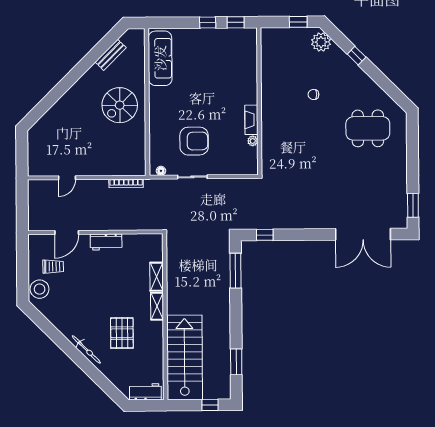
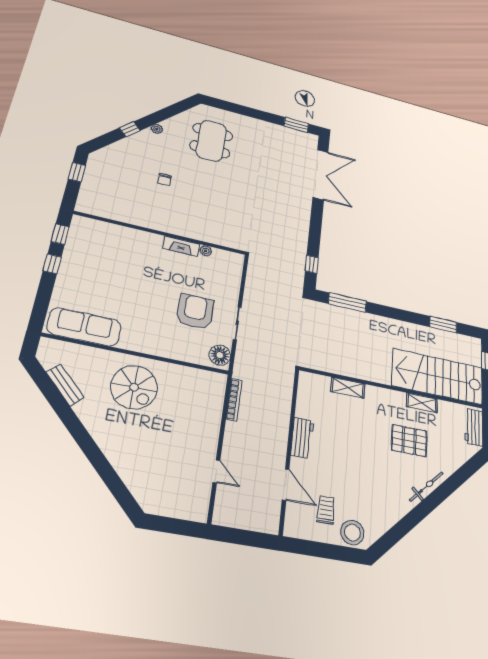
plant: (321, 42) -> (157, 129), moved, width x0.53, depth x0.53
floor lamp: (161, 171) -> (220, 355), width x1.89, depth x1.89
shelving: (157, 306) -> (422, 403), moved

